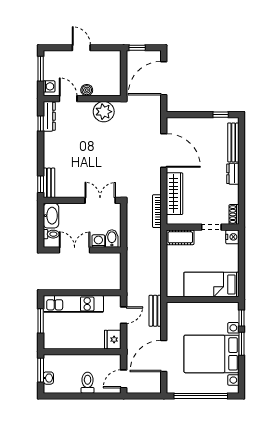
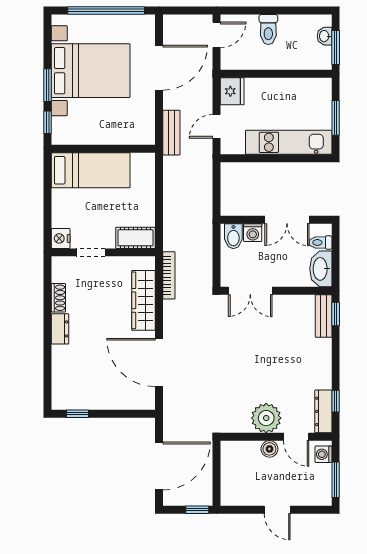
plant: (104, 112) -> (266, 418), moved
bench: (233, 142) -> (59, 374), removed
shoe rack: (234, 214) -> (58, 298), moved

